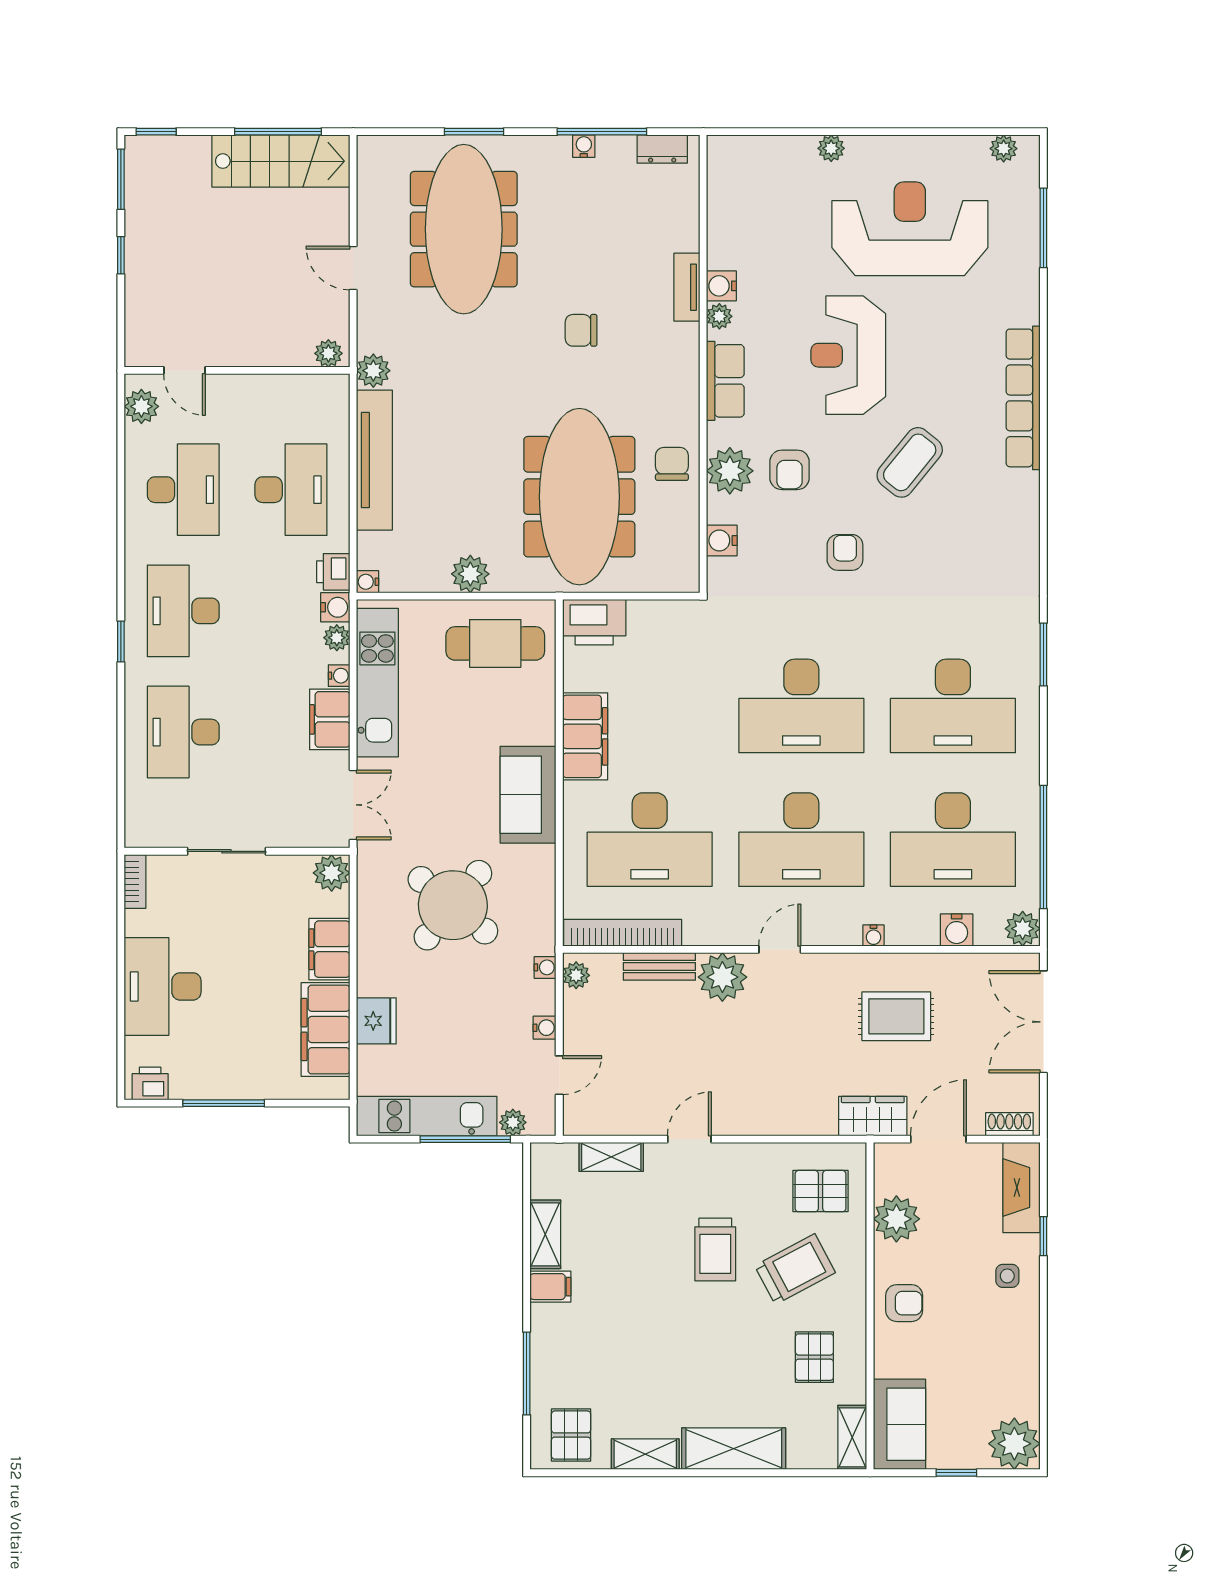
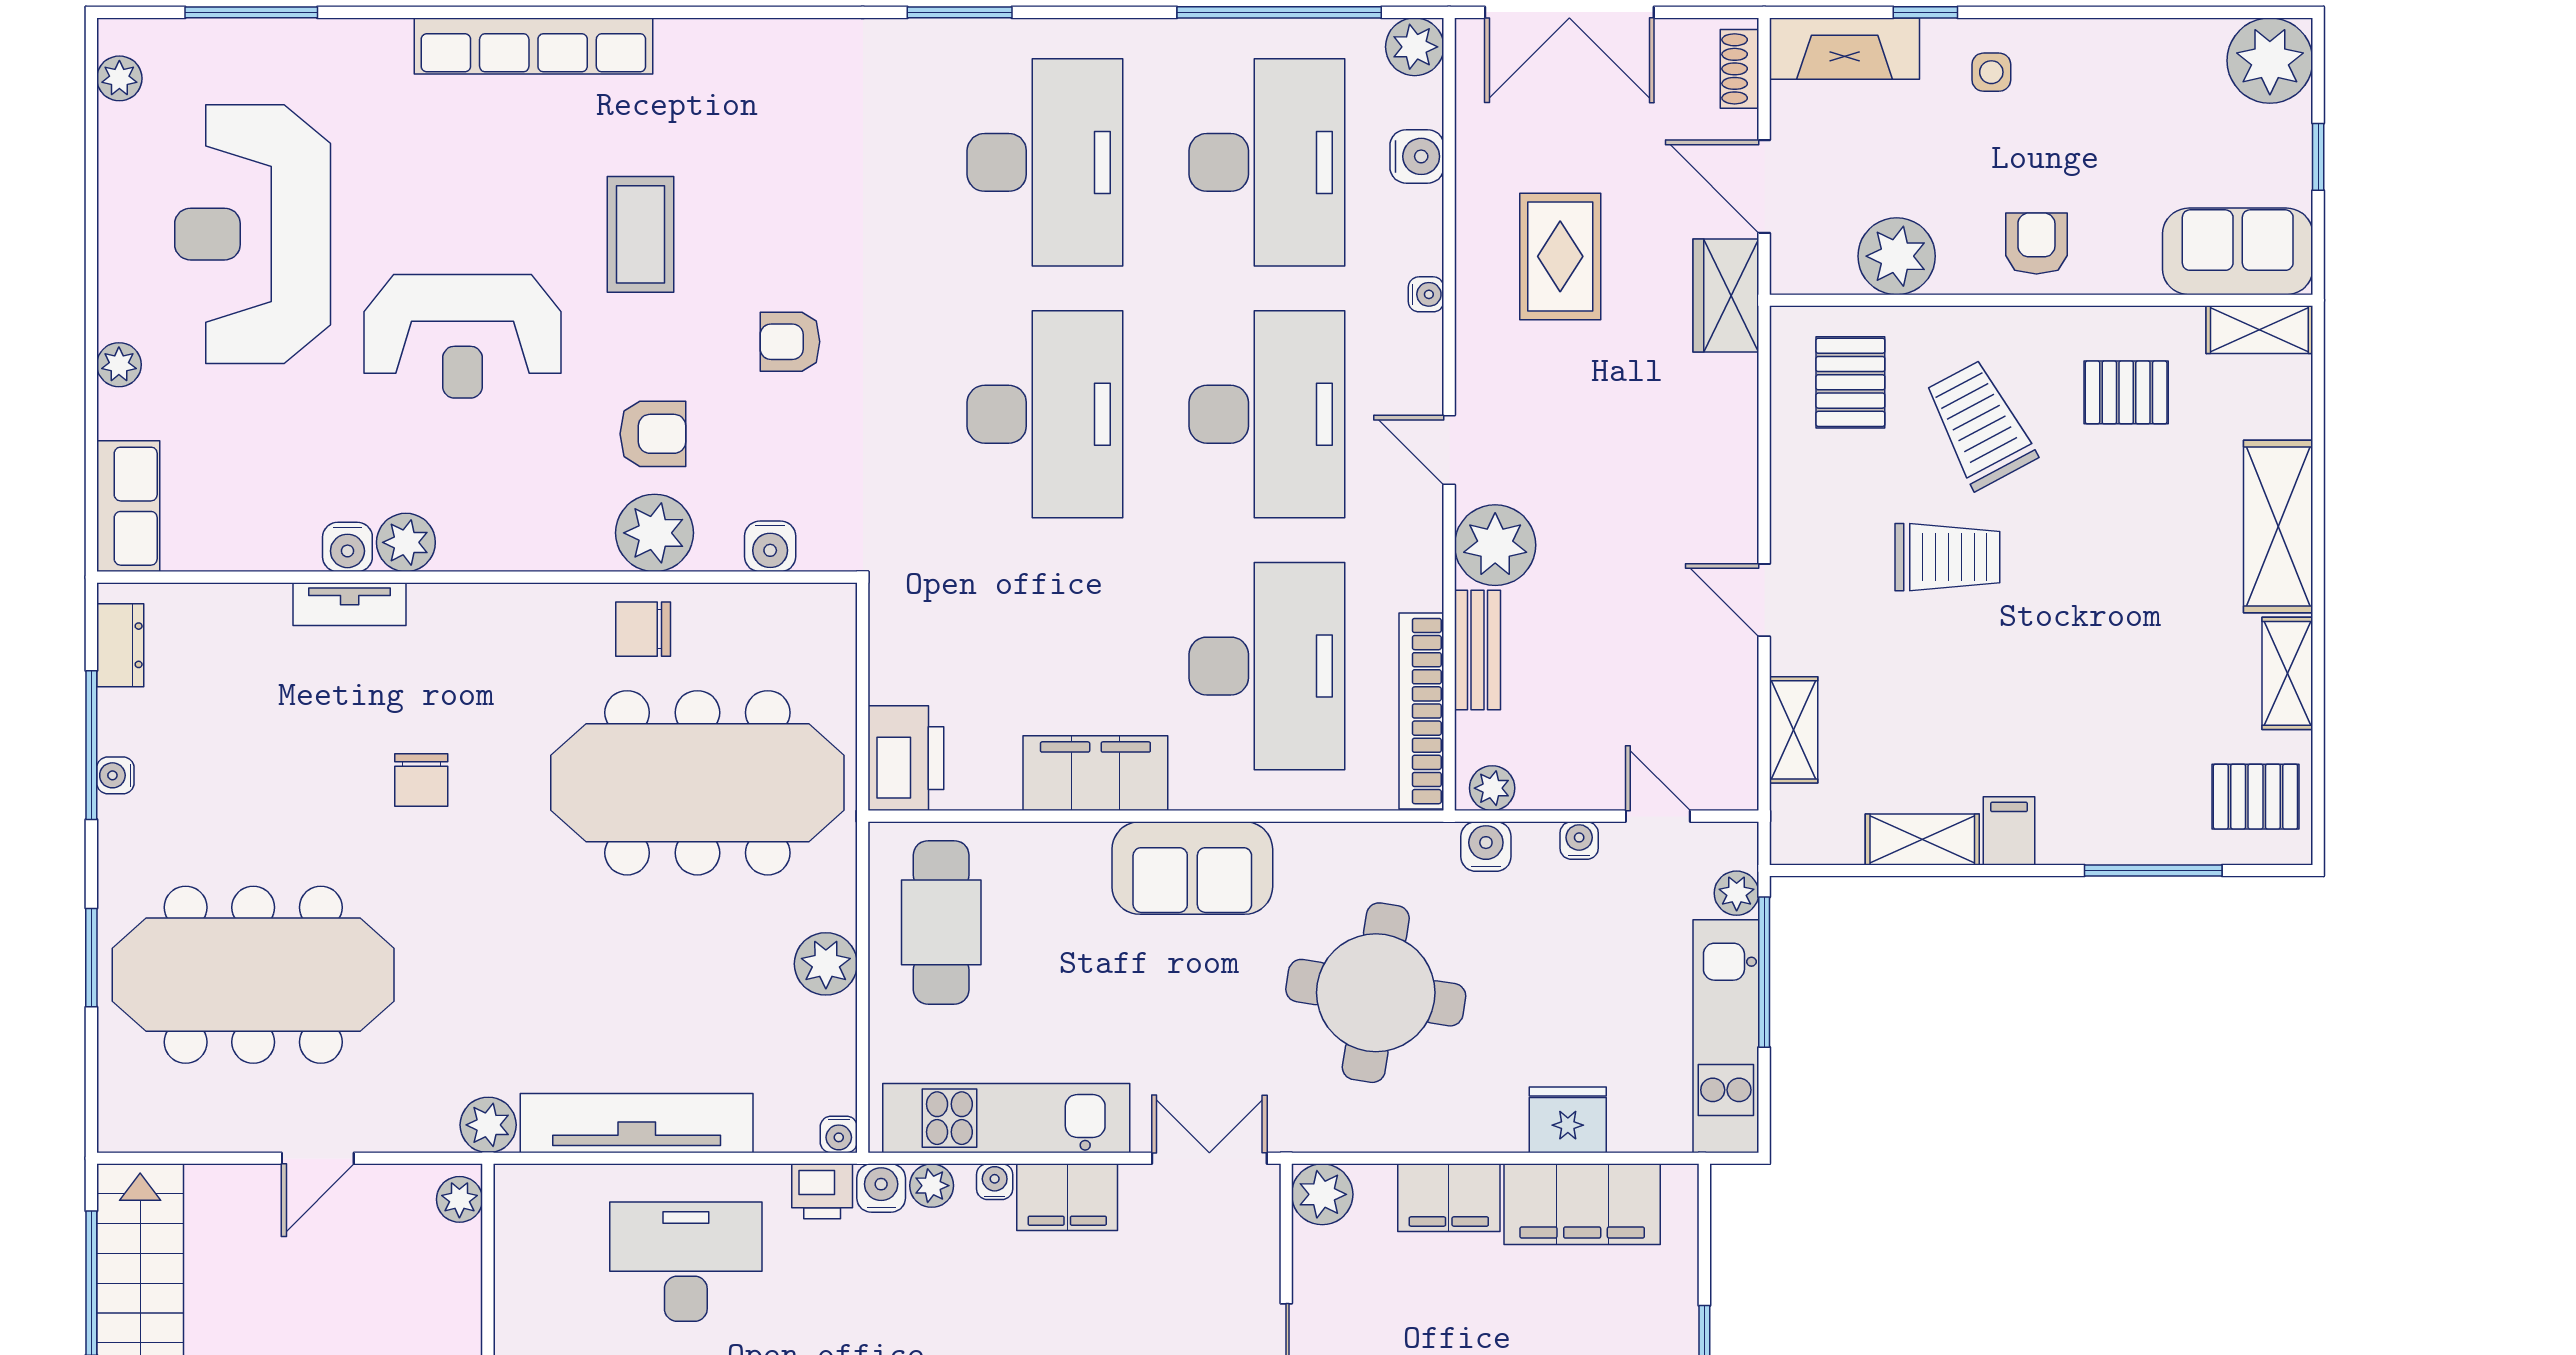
plant: (719, 316) -> (406, 542), width x1.38, depth x1.38
row of seats: (725, 381) -> (128, 506), moved, turned 90
coffee table: (910, 462) -> (641, 234), turned 51
round table: (453, 905) -> (1376, 993), turned -30
water cooler: (545, 967) -> (1486, 847), width x1.38, depth x1.38

